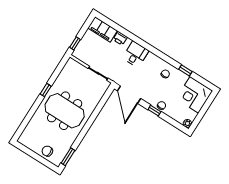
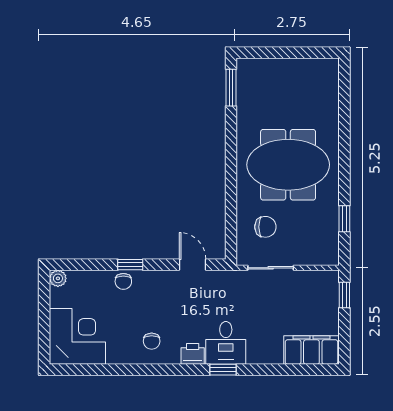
printer: (120, 38) -> (193, 354), moved
window: (185, 70) -> (223, 370), moved
window: (46, 90) -> (344, 219), moved
door: (129, 95) -> (193, 265), width x0.53
chair: (47, 151) -> (265, 227), moved

